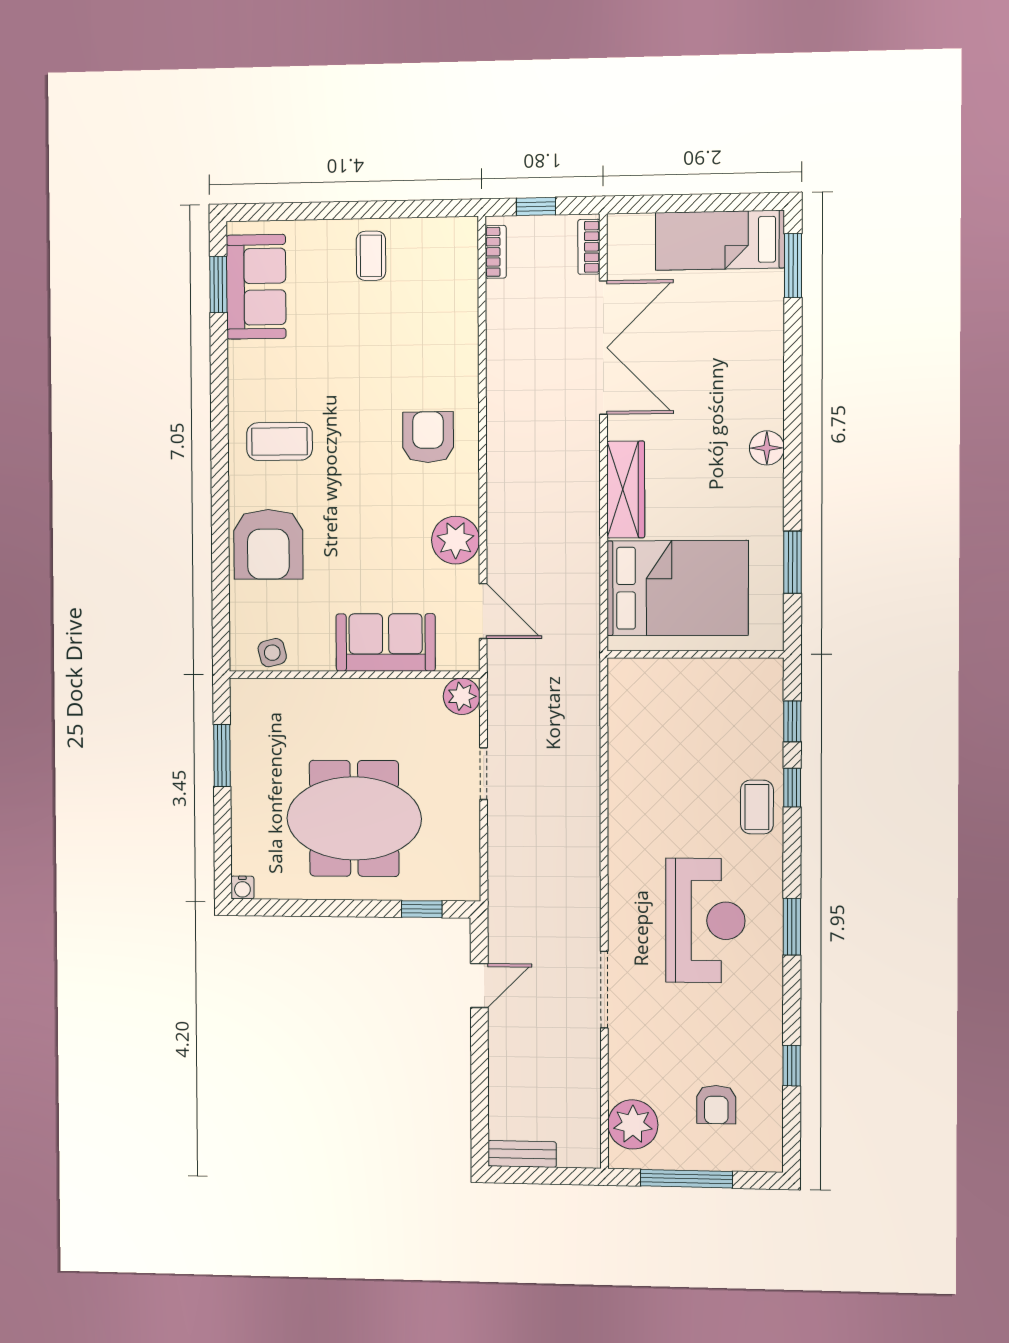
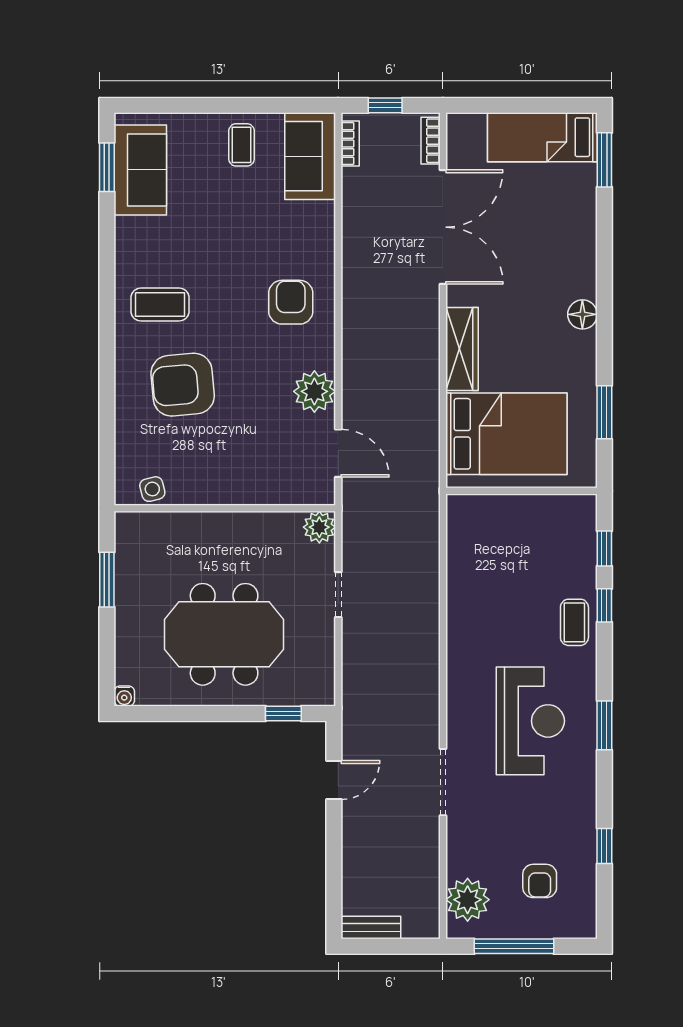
armchair: (268, 544) -> (183, 385), moved, turned 85
sofa: (386, 642) -> (310, 156), moved, turned -90

